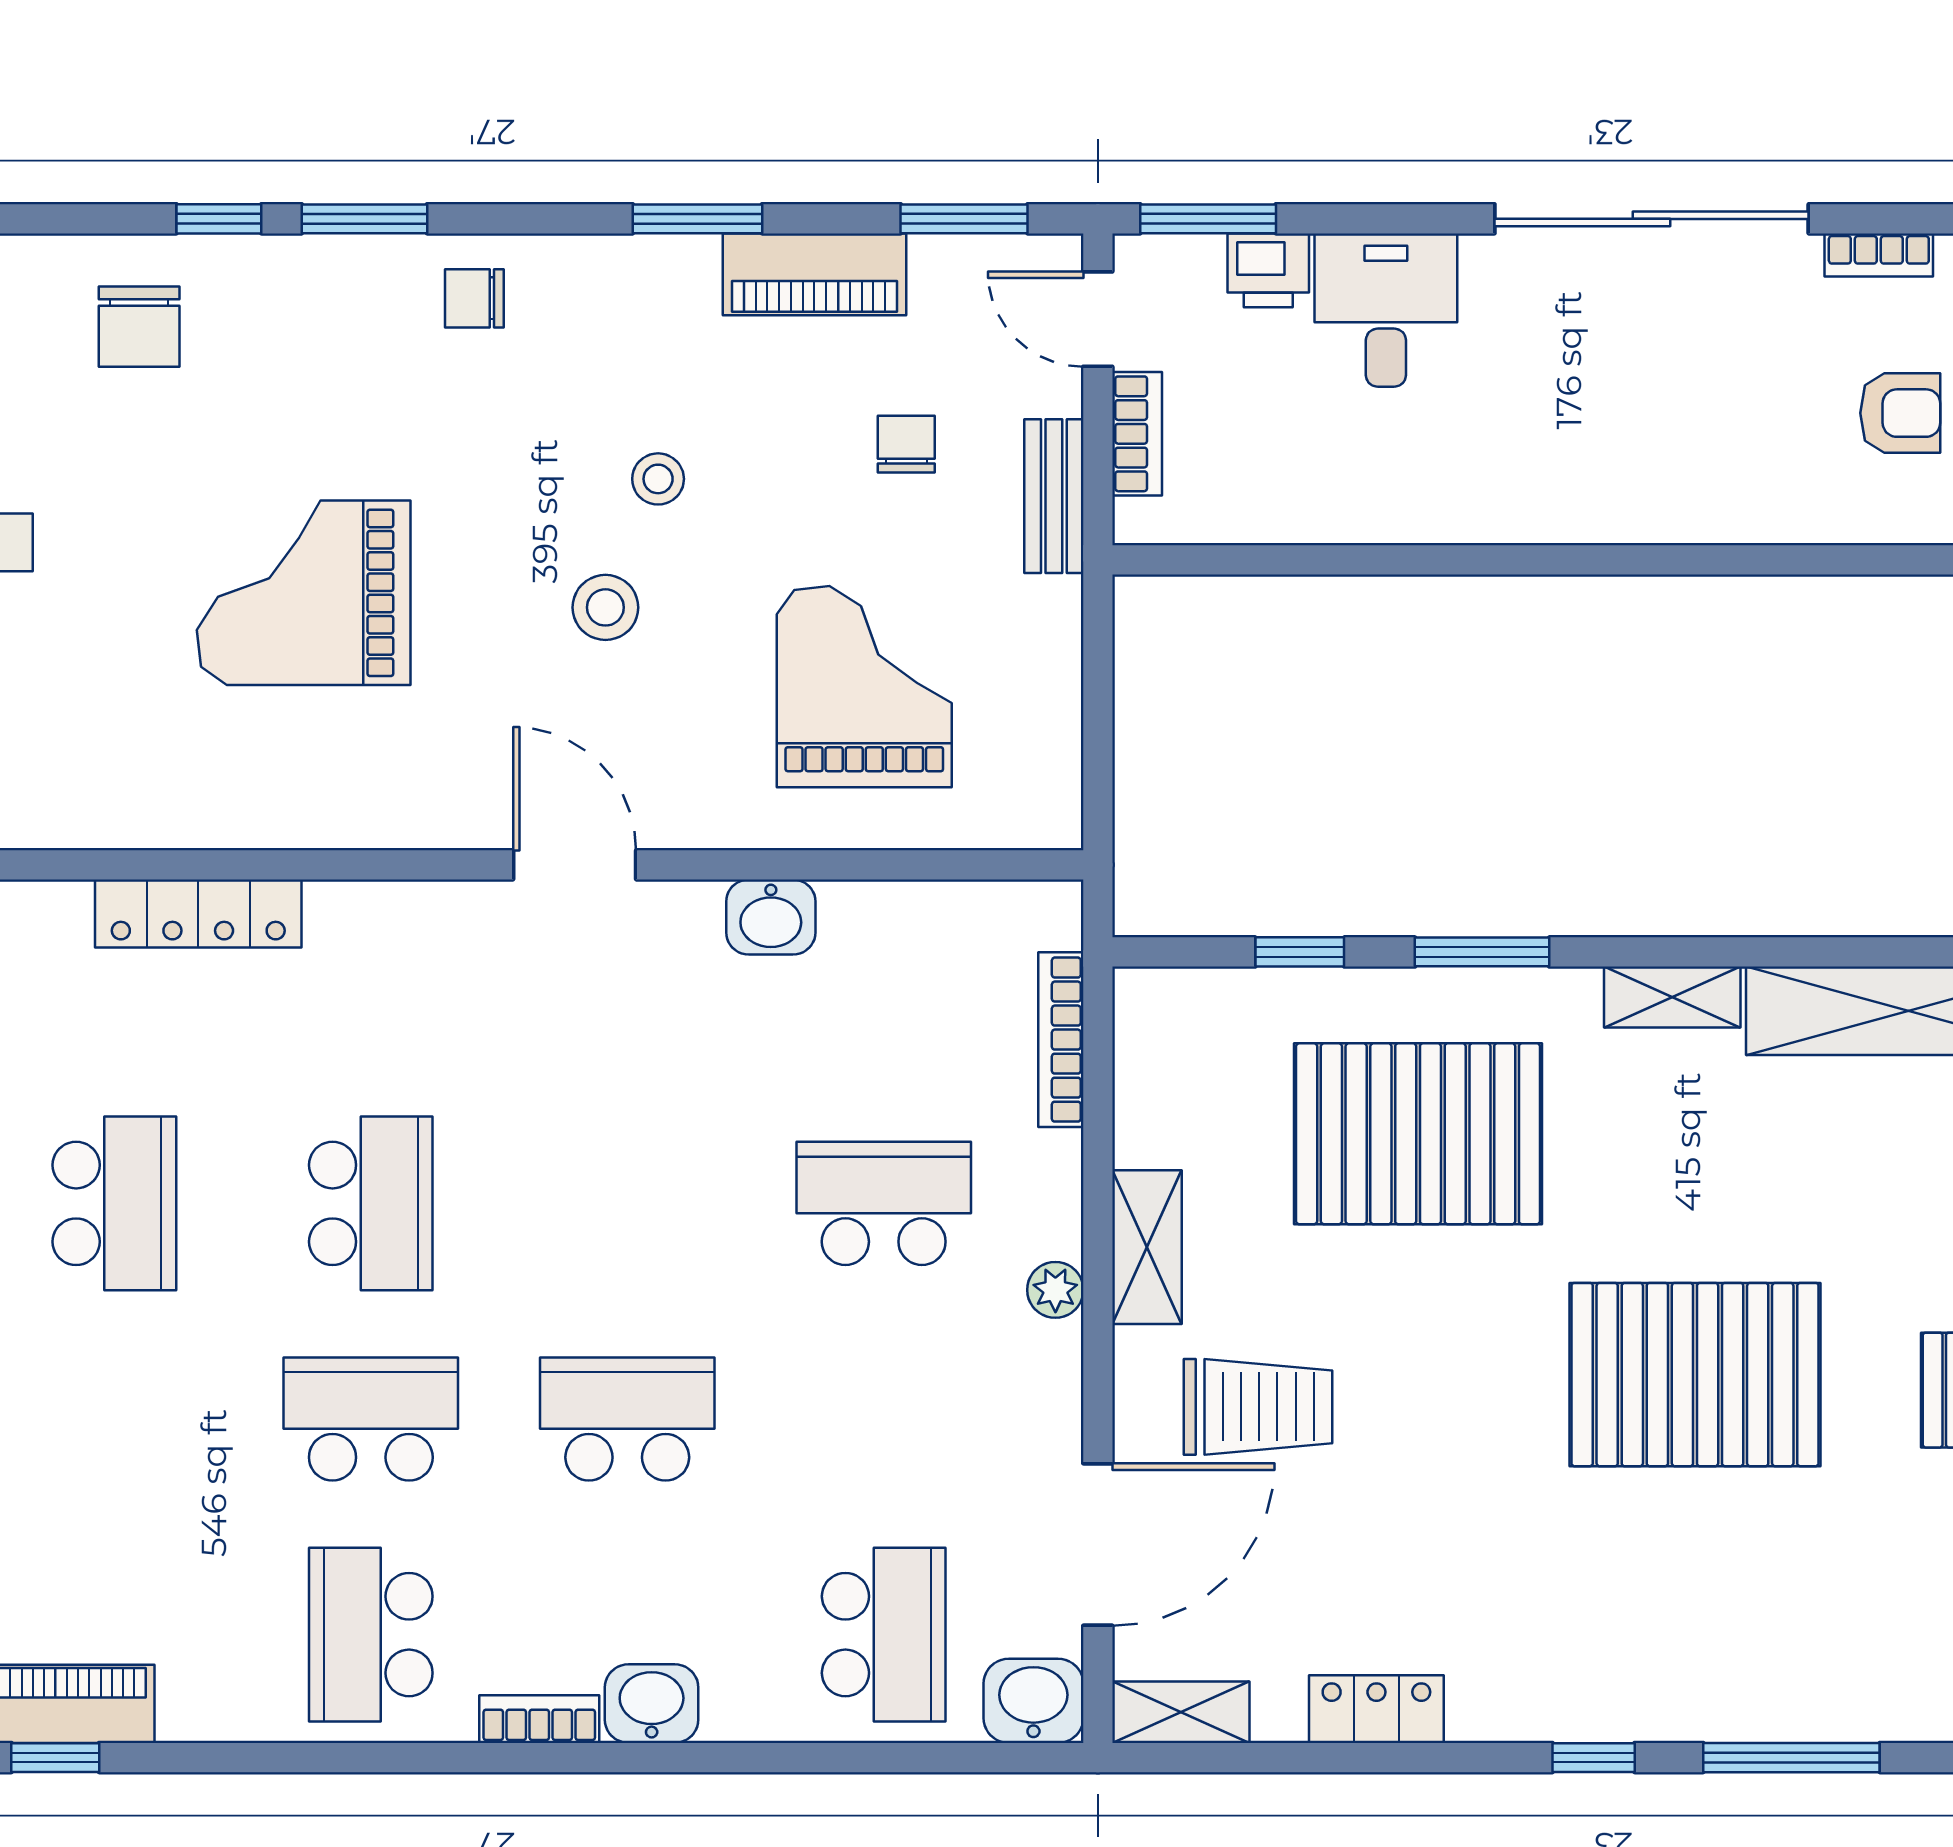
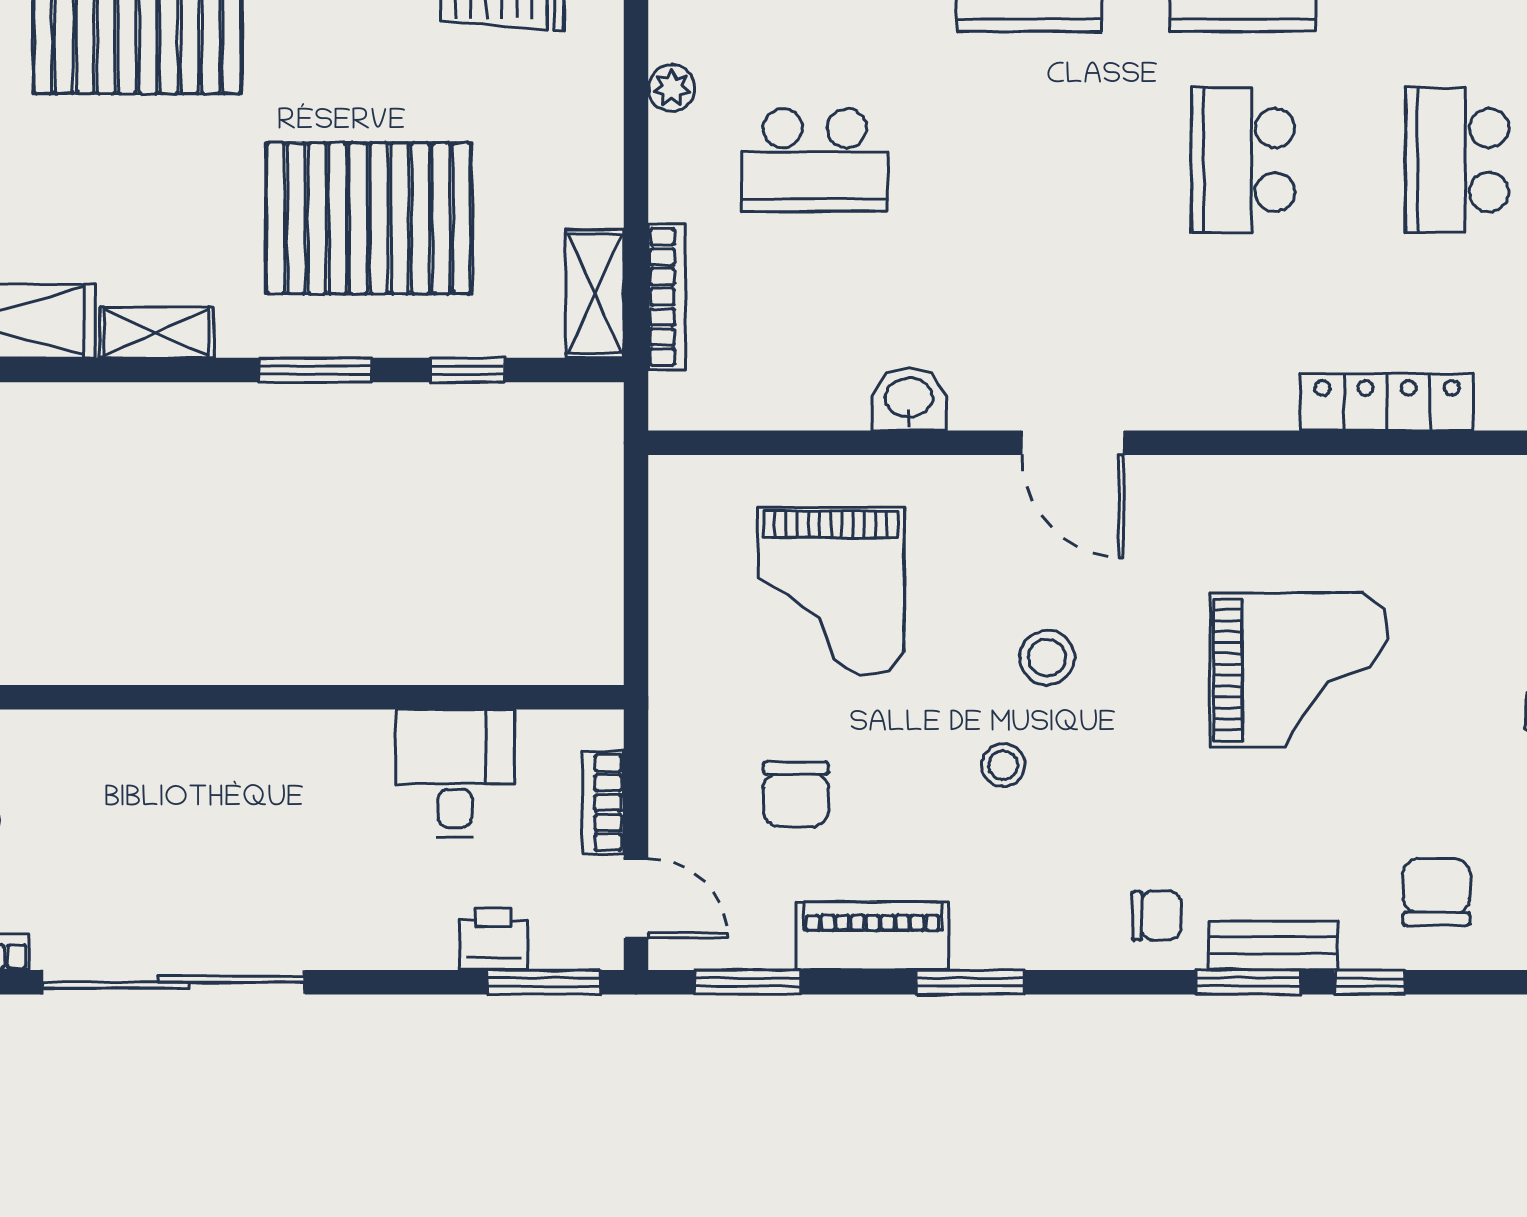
desk: (1386, 310) -> (455, 774), moved, turned 180
chair: (906, 444) -> (796, 794), width x1.37, depth x1.37
bench: (1054, 496) -> (1273, 945), moved, turned 90
shelving: (1147, 1247) -> (595, 294), moved

